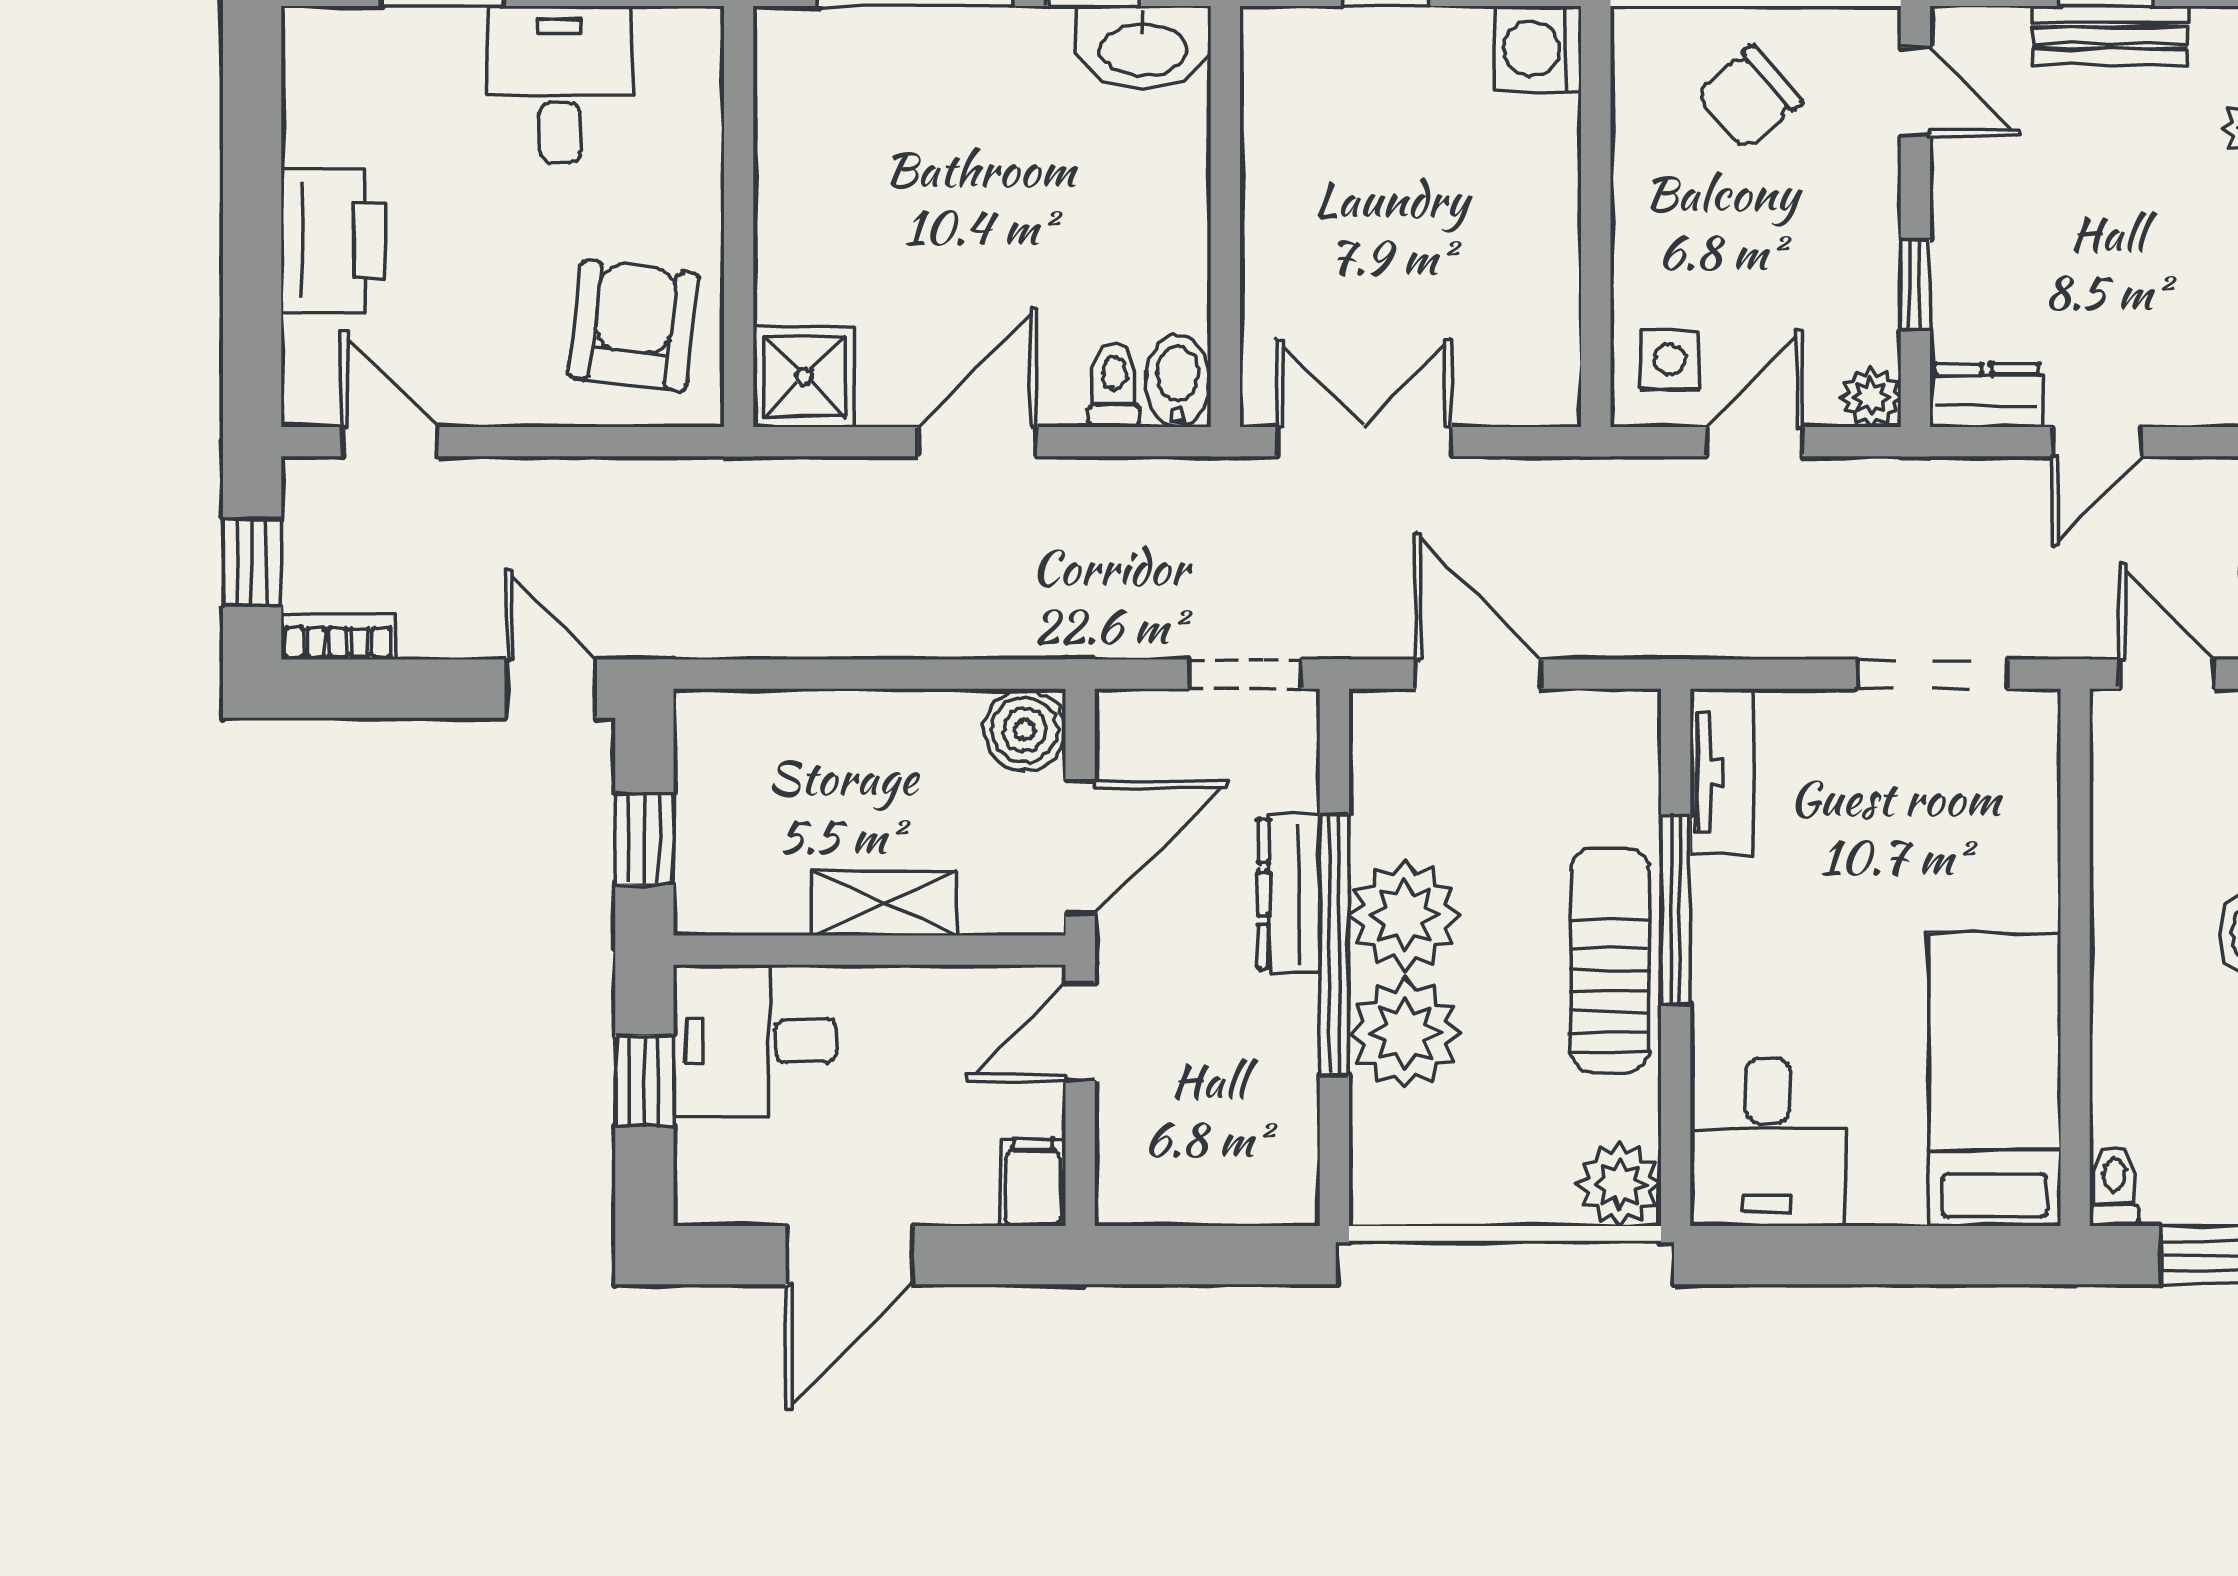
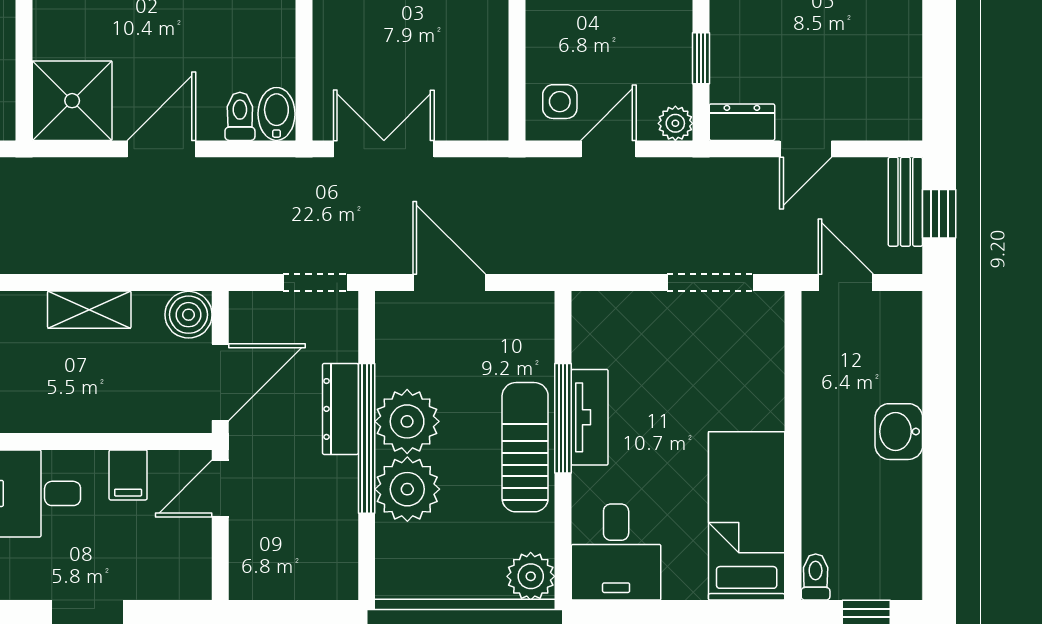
shower: (804, 376) -> (72, 101), width x1.36, depth x1.36
tv unit: (1722, 772) -> (590, 417), moved
shelving: (884, 903) -> (89, 310), moved
filing cabinet: (1033, 1182) -> (128, 475), moved, turned 180

